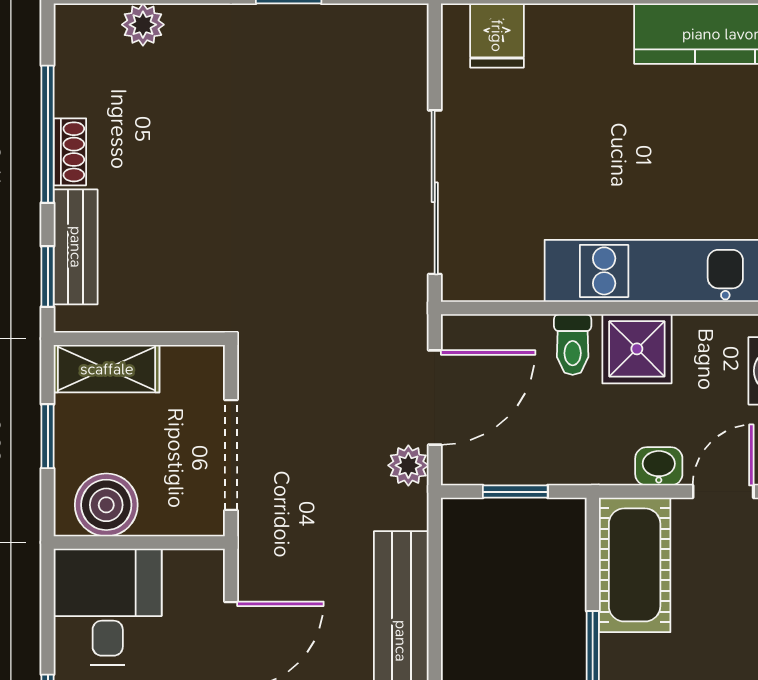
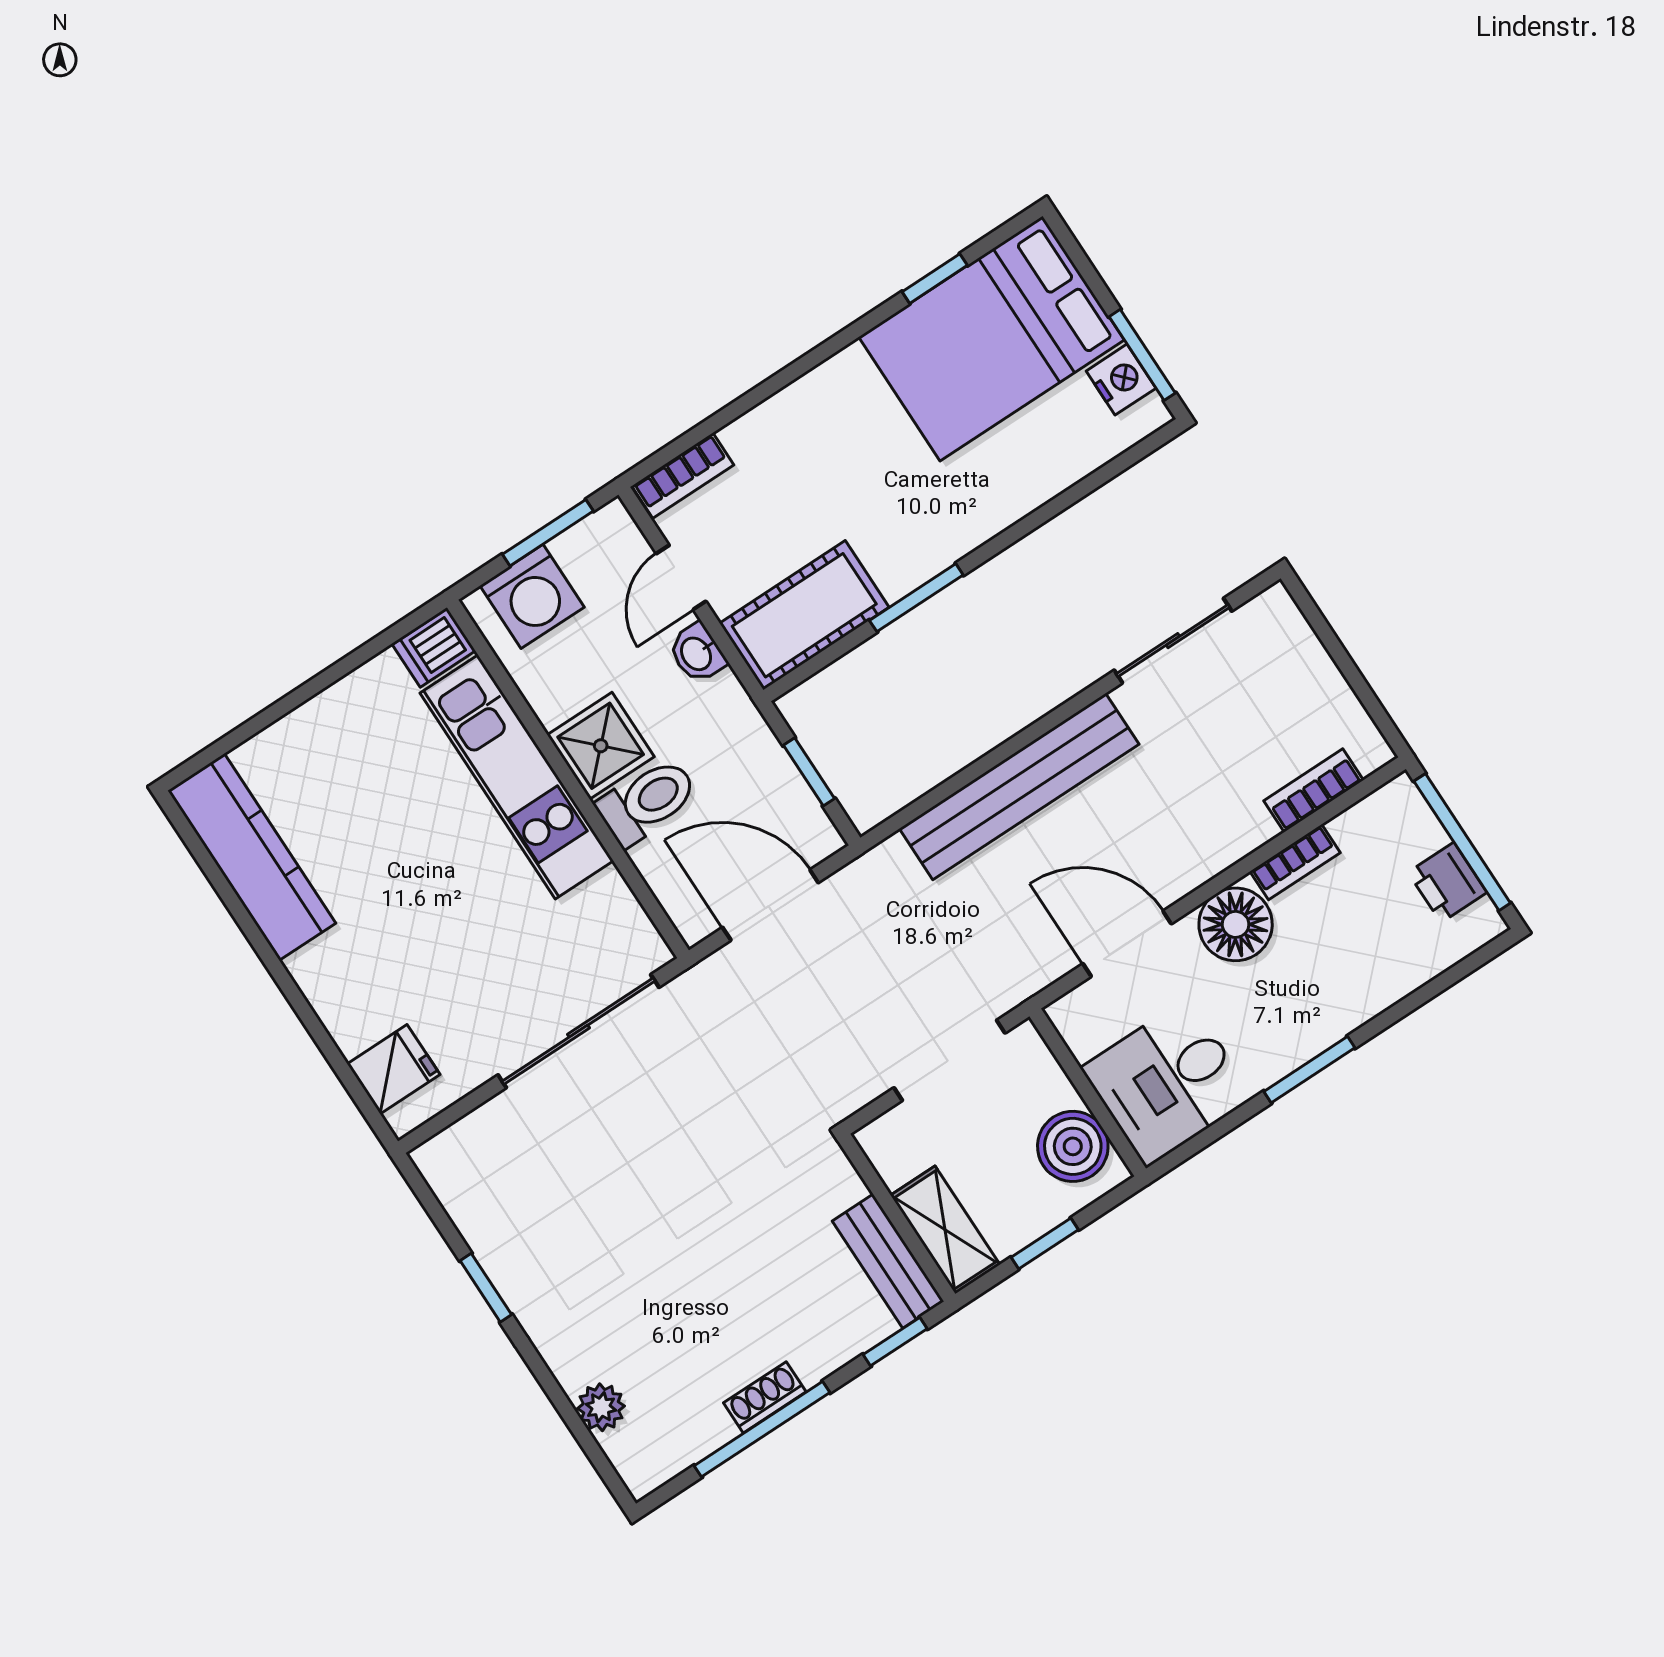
bench: (76, 247) -> (888, 1261), moved, turned 90
toilet: (573, 345) -> (647, 801), width x1.37, depth x1.39
plant: (408, 465) -> (850, 888), removed
door: (723, 492) -> (681, 577), hinge flipped

